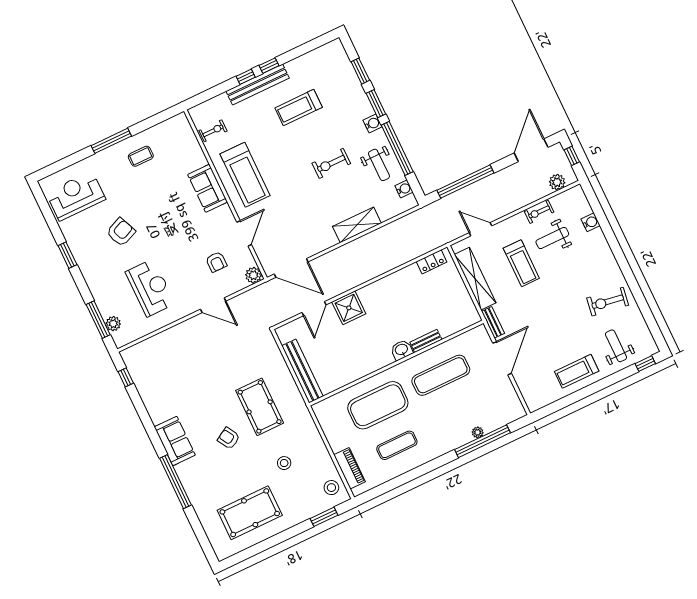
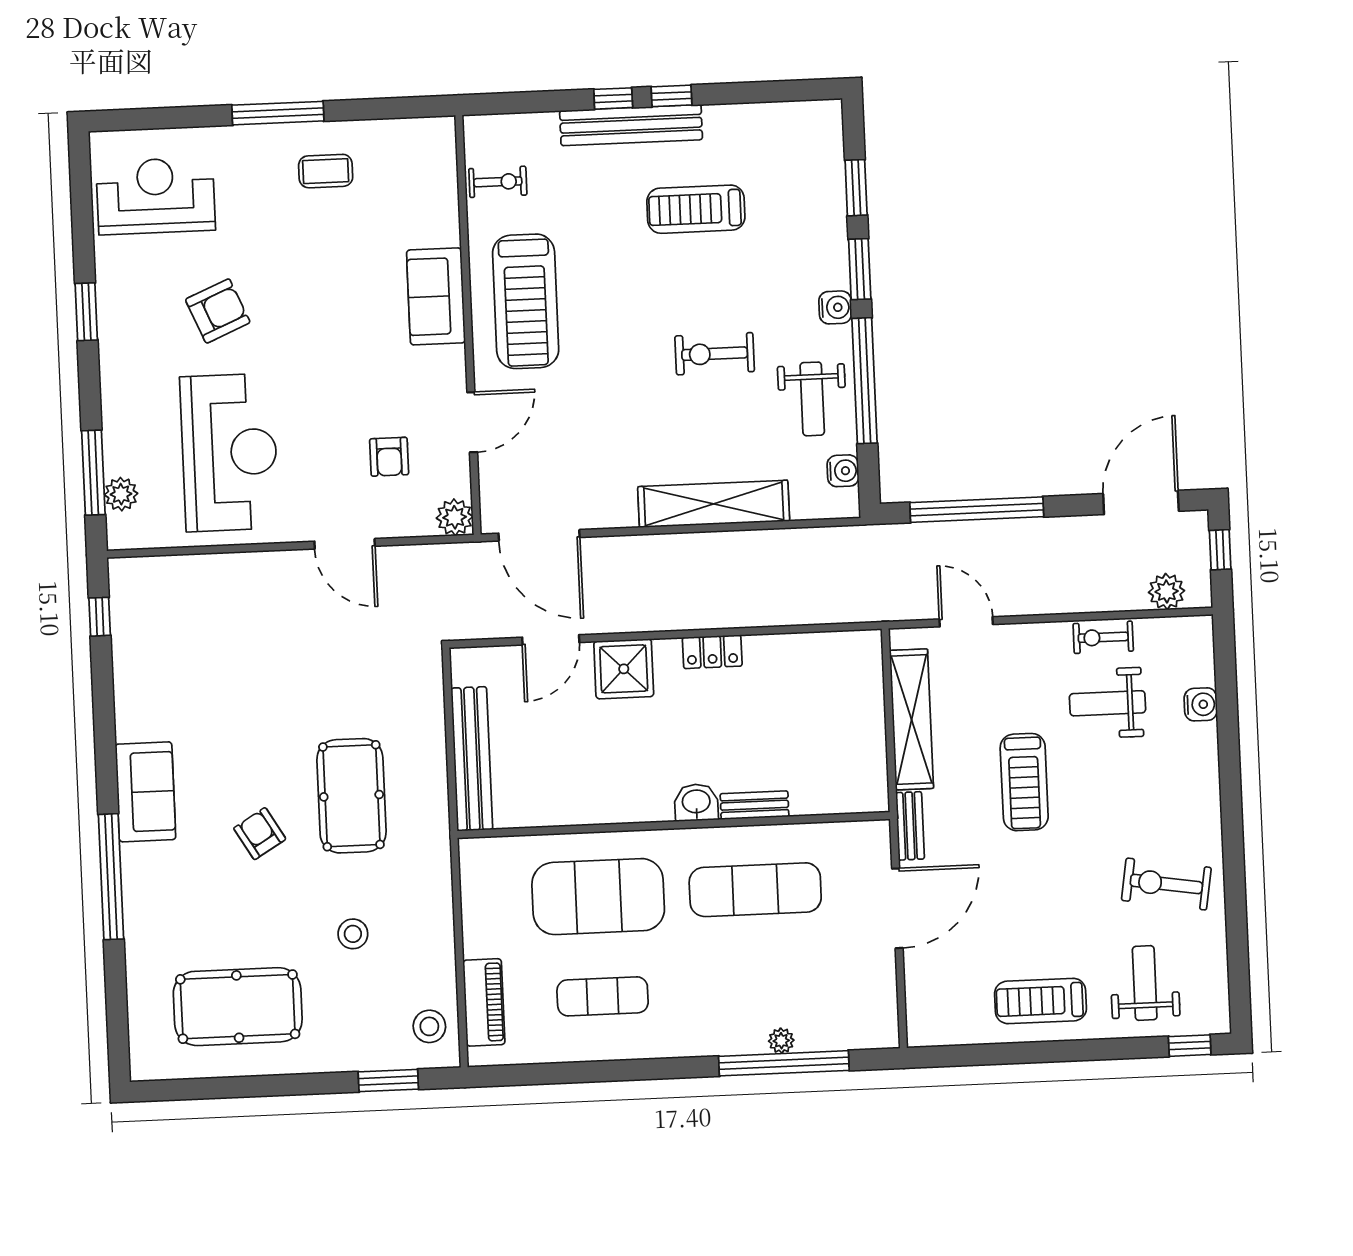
shelving: (357, 225) -> (714, 504), width x1.47
locker: (432, 262) -> (712, 652), moved
treadmill: (521, 263) -> (1024, 782), moved
reception desk: (150, 288) -> (229, 452), width x1.36, depth x1.30

